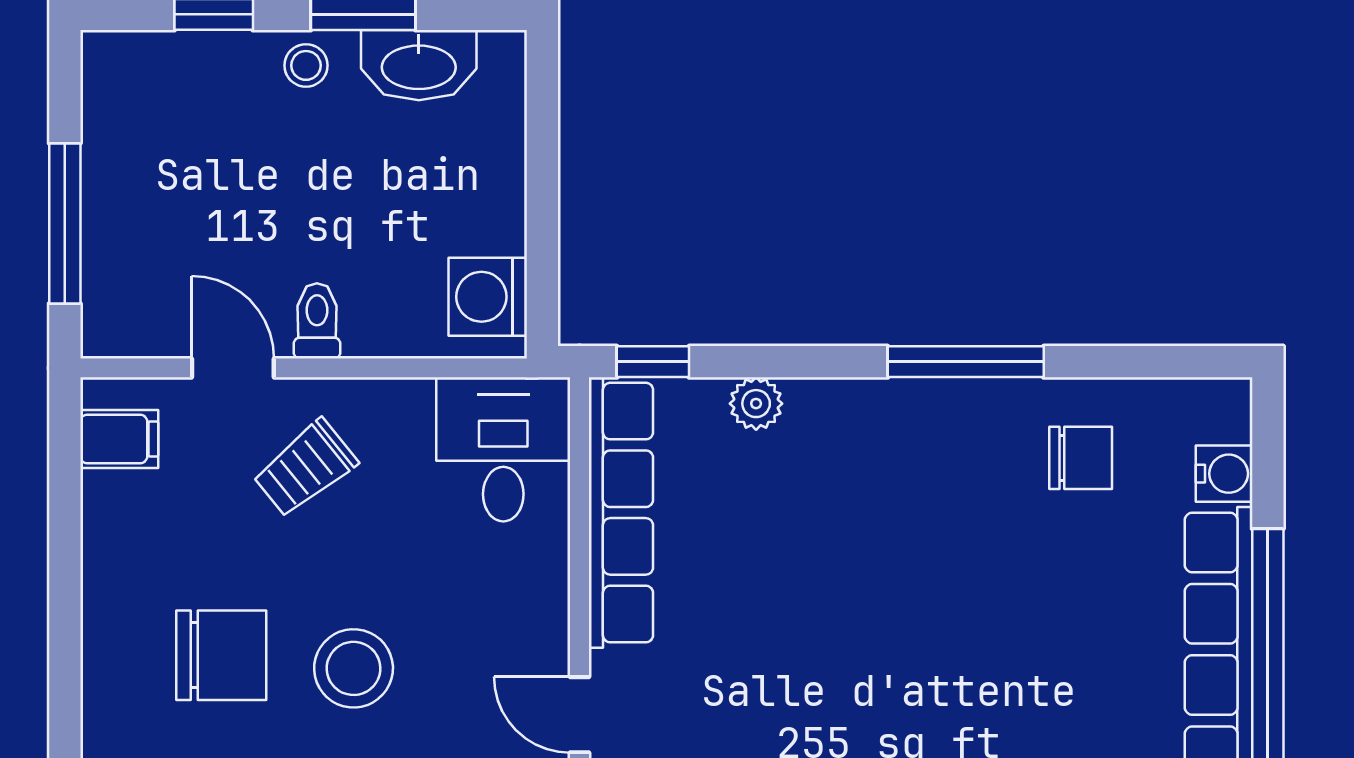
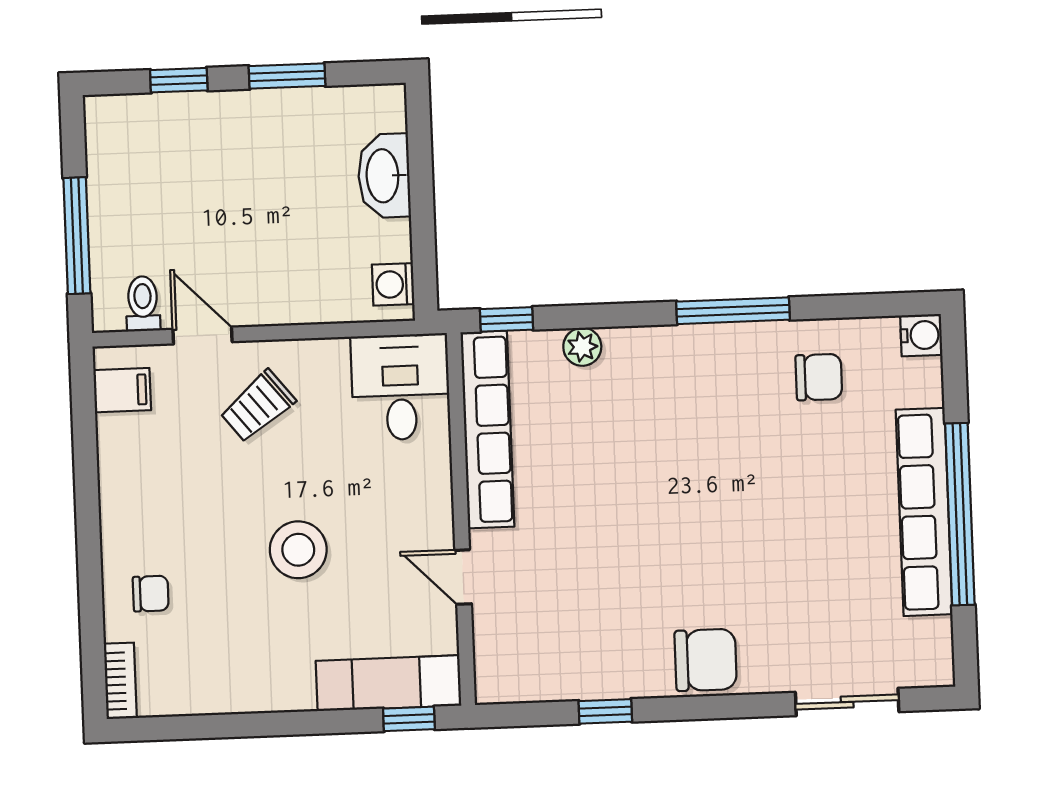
stool: (306, 65) -> (247, 114), removed
washbasin: (419, 65) -> (384, 176), moved, turned 90
washing machine: (488, 297) -> (393, 284), width x0.73, depth x0.73
toilet: (317, 321) -> (143, 304), moved
water cooler: (1224, 474) -> (921, 335), moved
chair: (221, 655) -> (151, 594), moved, width x0.54, depth x0.54

